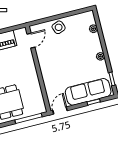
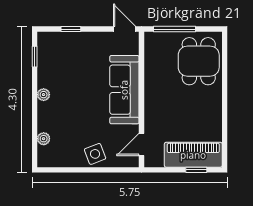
sofa: (88, 92) -> (124, 90), moved, turned 90
door: (60, 110) -> (124, 29), swing flipped

